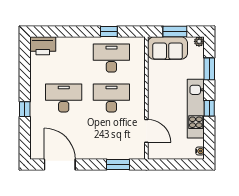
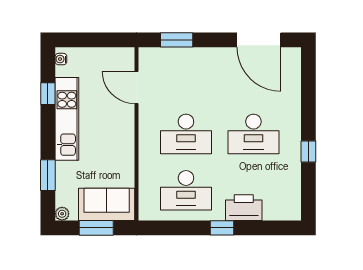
window: (109, 31) -> (222, 228), moved
printer: (43, 46) -> (244, 208), moved
window: (209, 108) -> (48, 94), moved
window: (25, 109) -> (308, 151), moved

